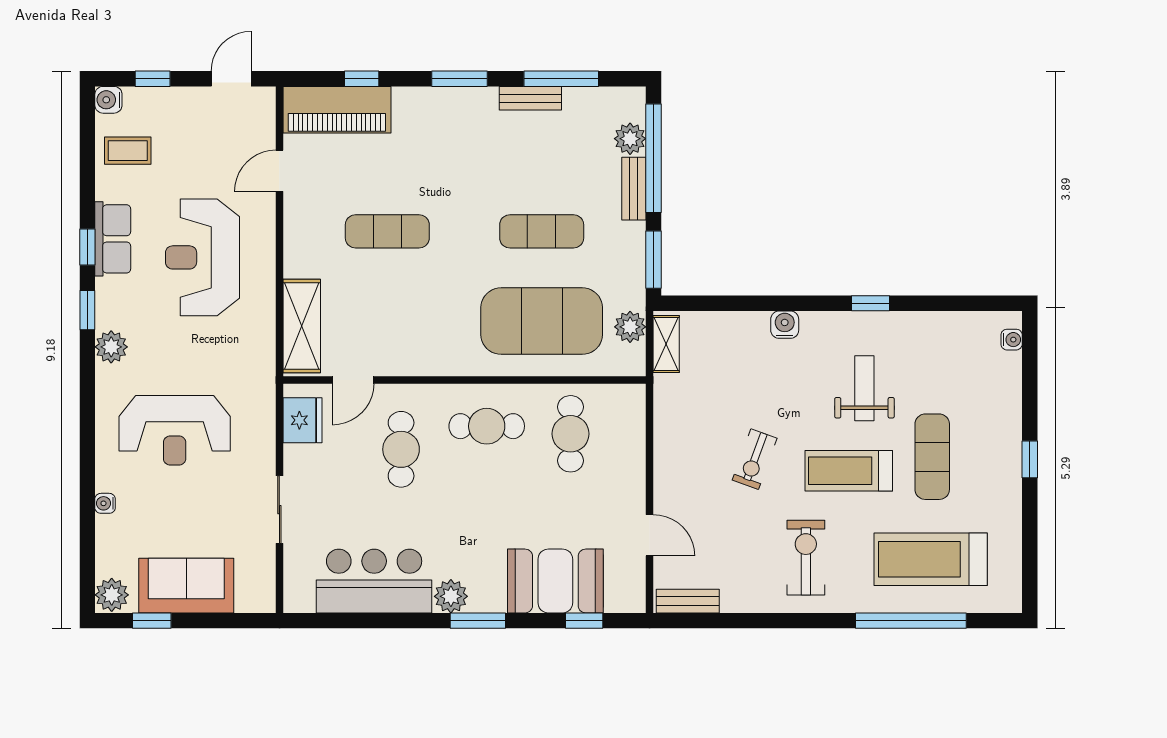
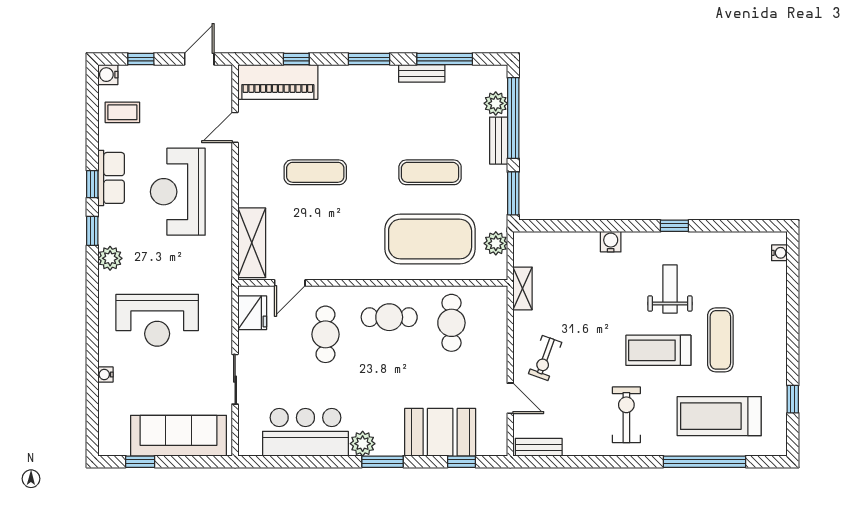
shelving: (666, 344) -> (523, 288), moved
exercise bike: (755, 459) -> (545, 358), moved
window: (1030, 459) -> (793, 399), moved
sofa: (186, 586) -> (178, 436), width x1.36
plant: (112, 595) -> (110, 443), removed

